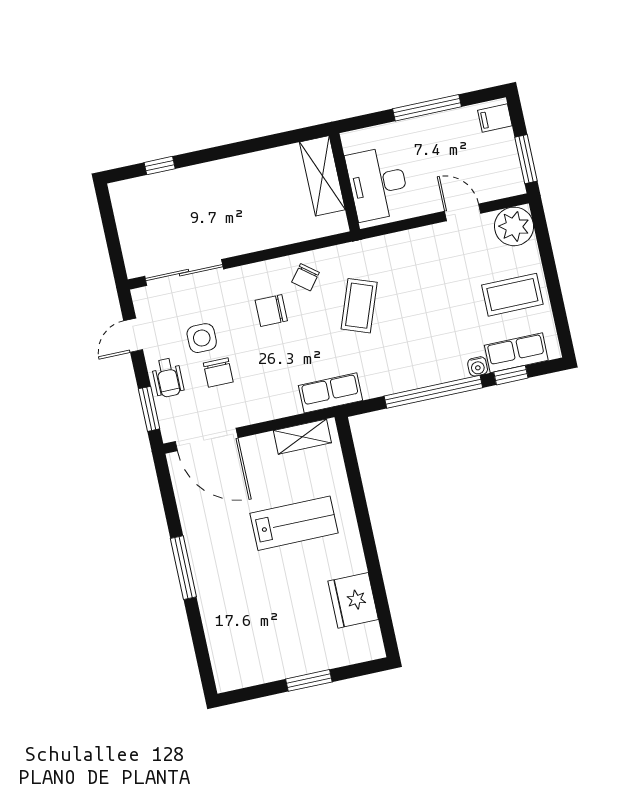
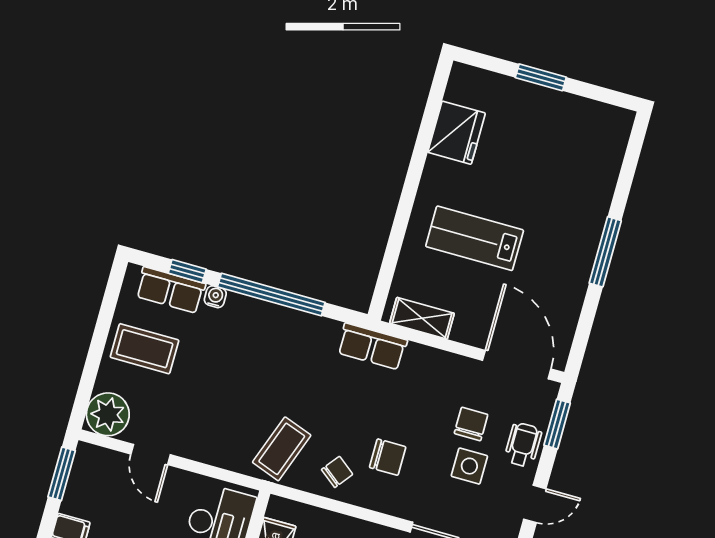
coffee table: (359, 306) -> (282, 449), moved

